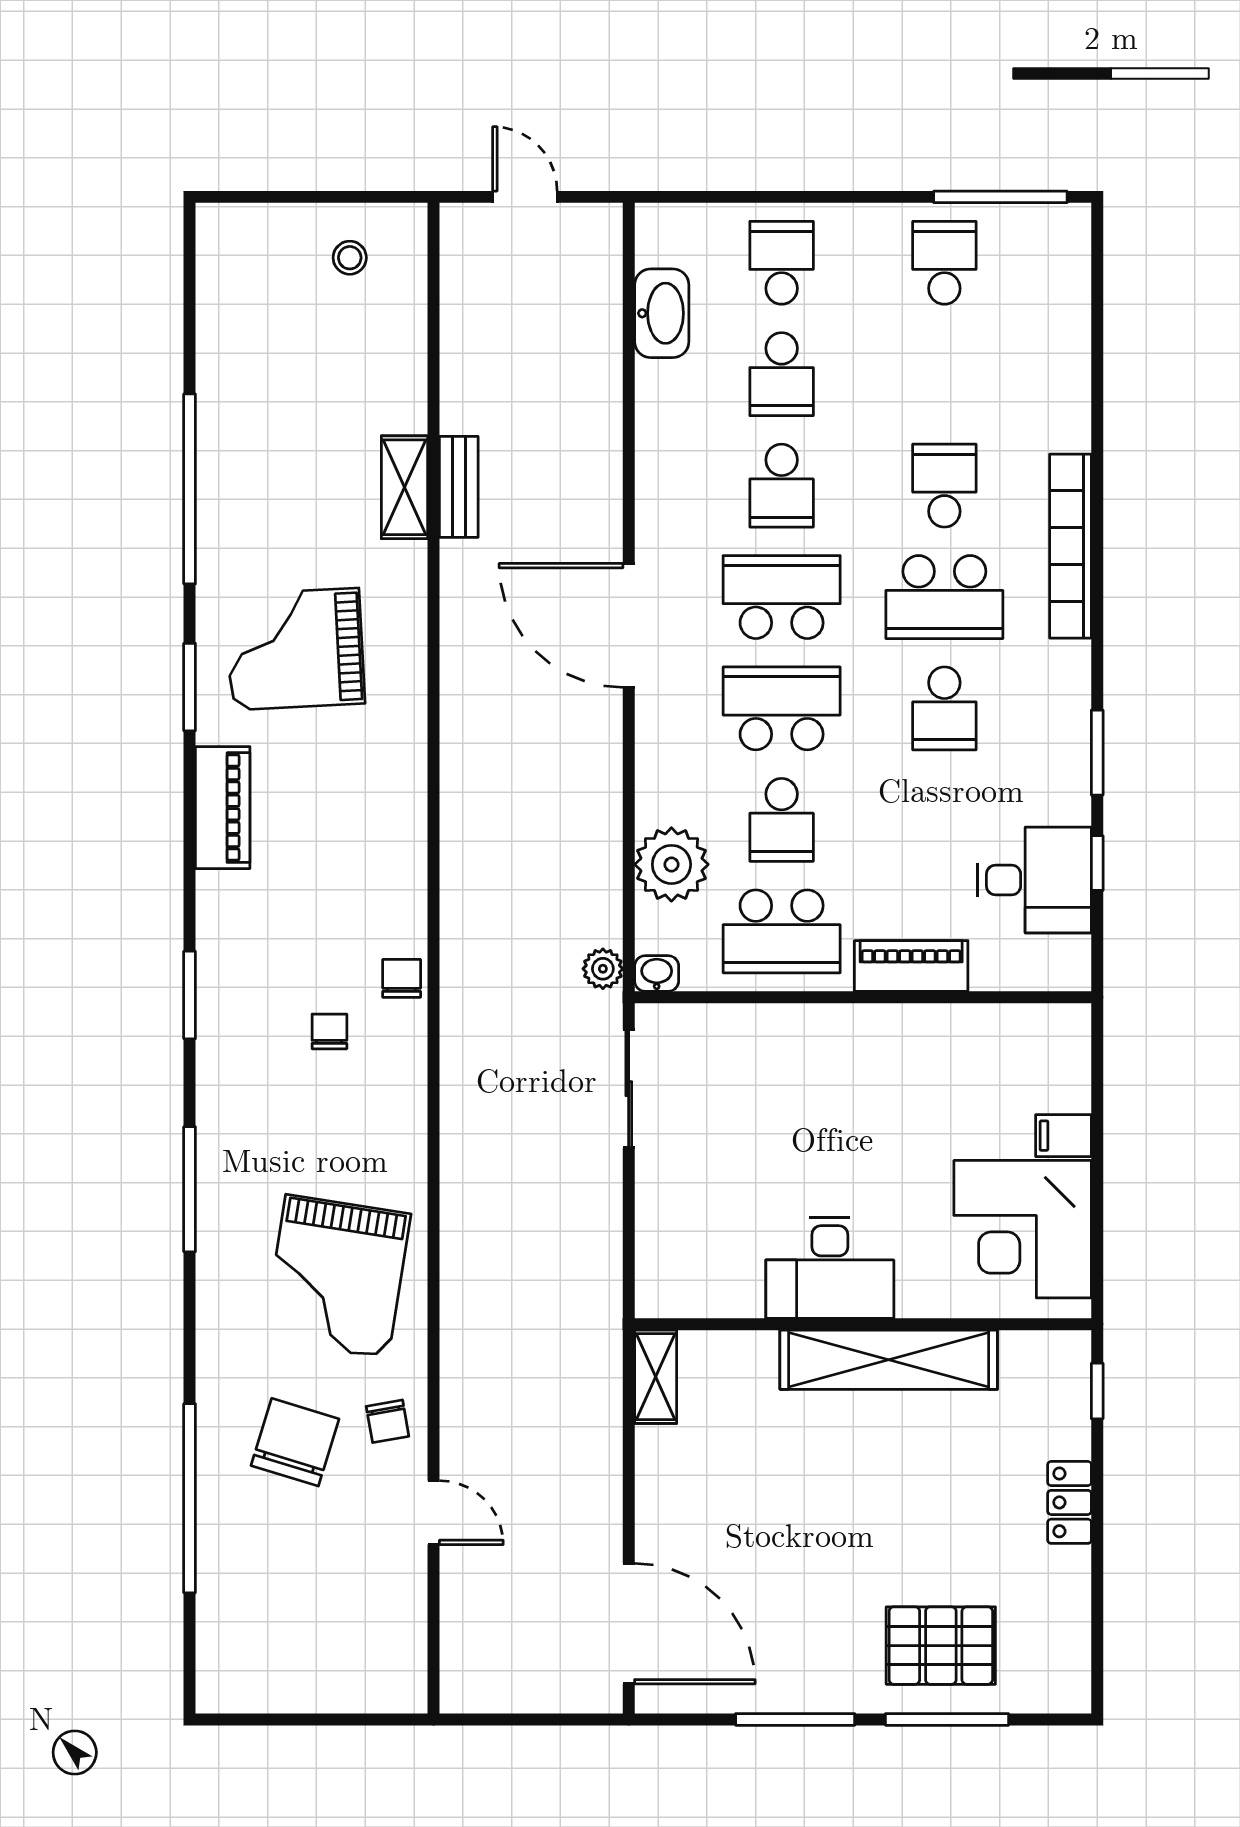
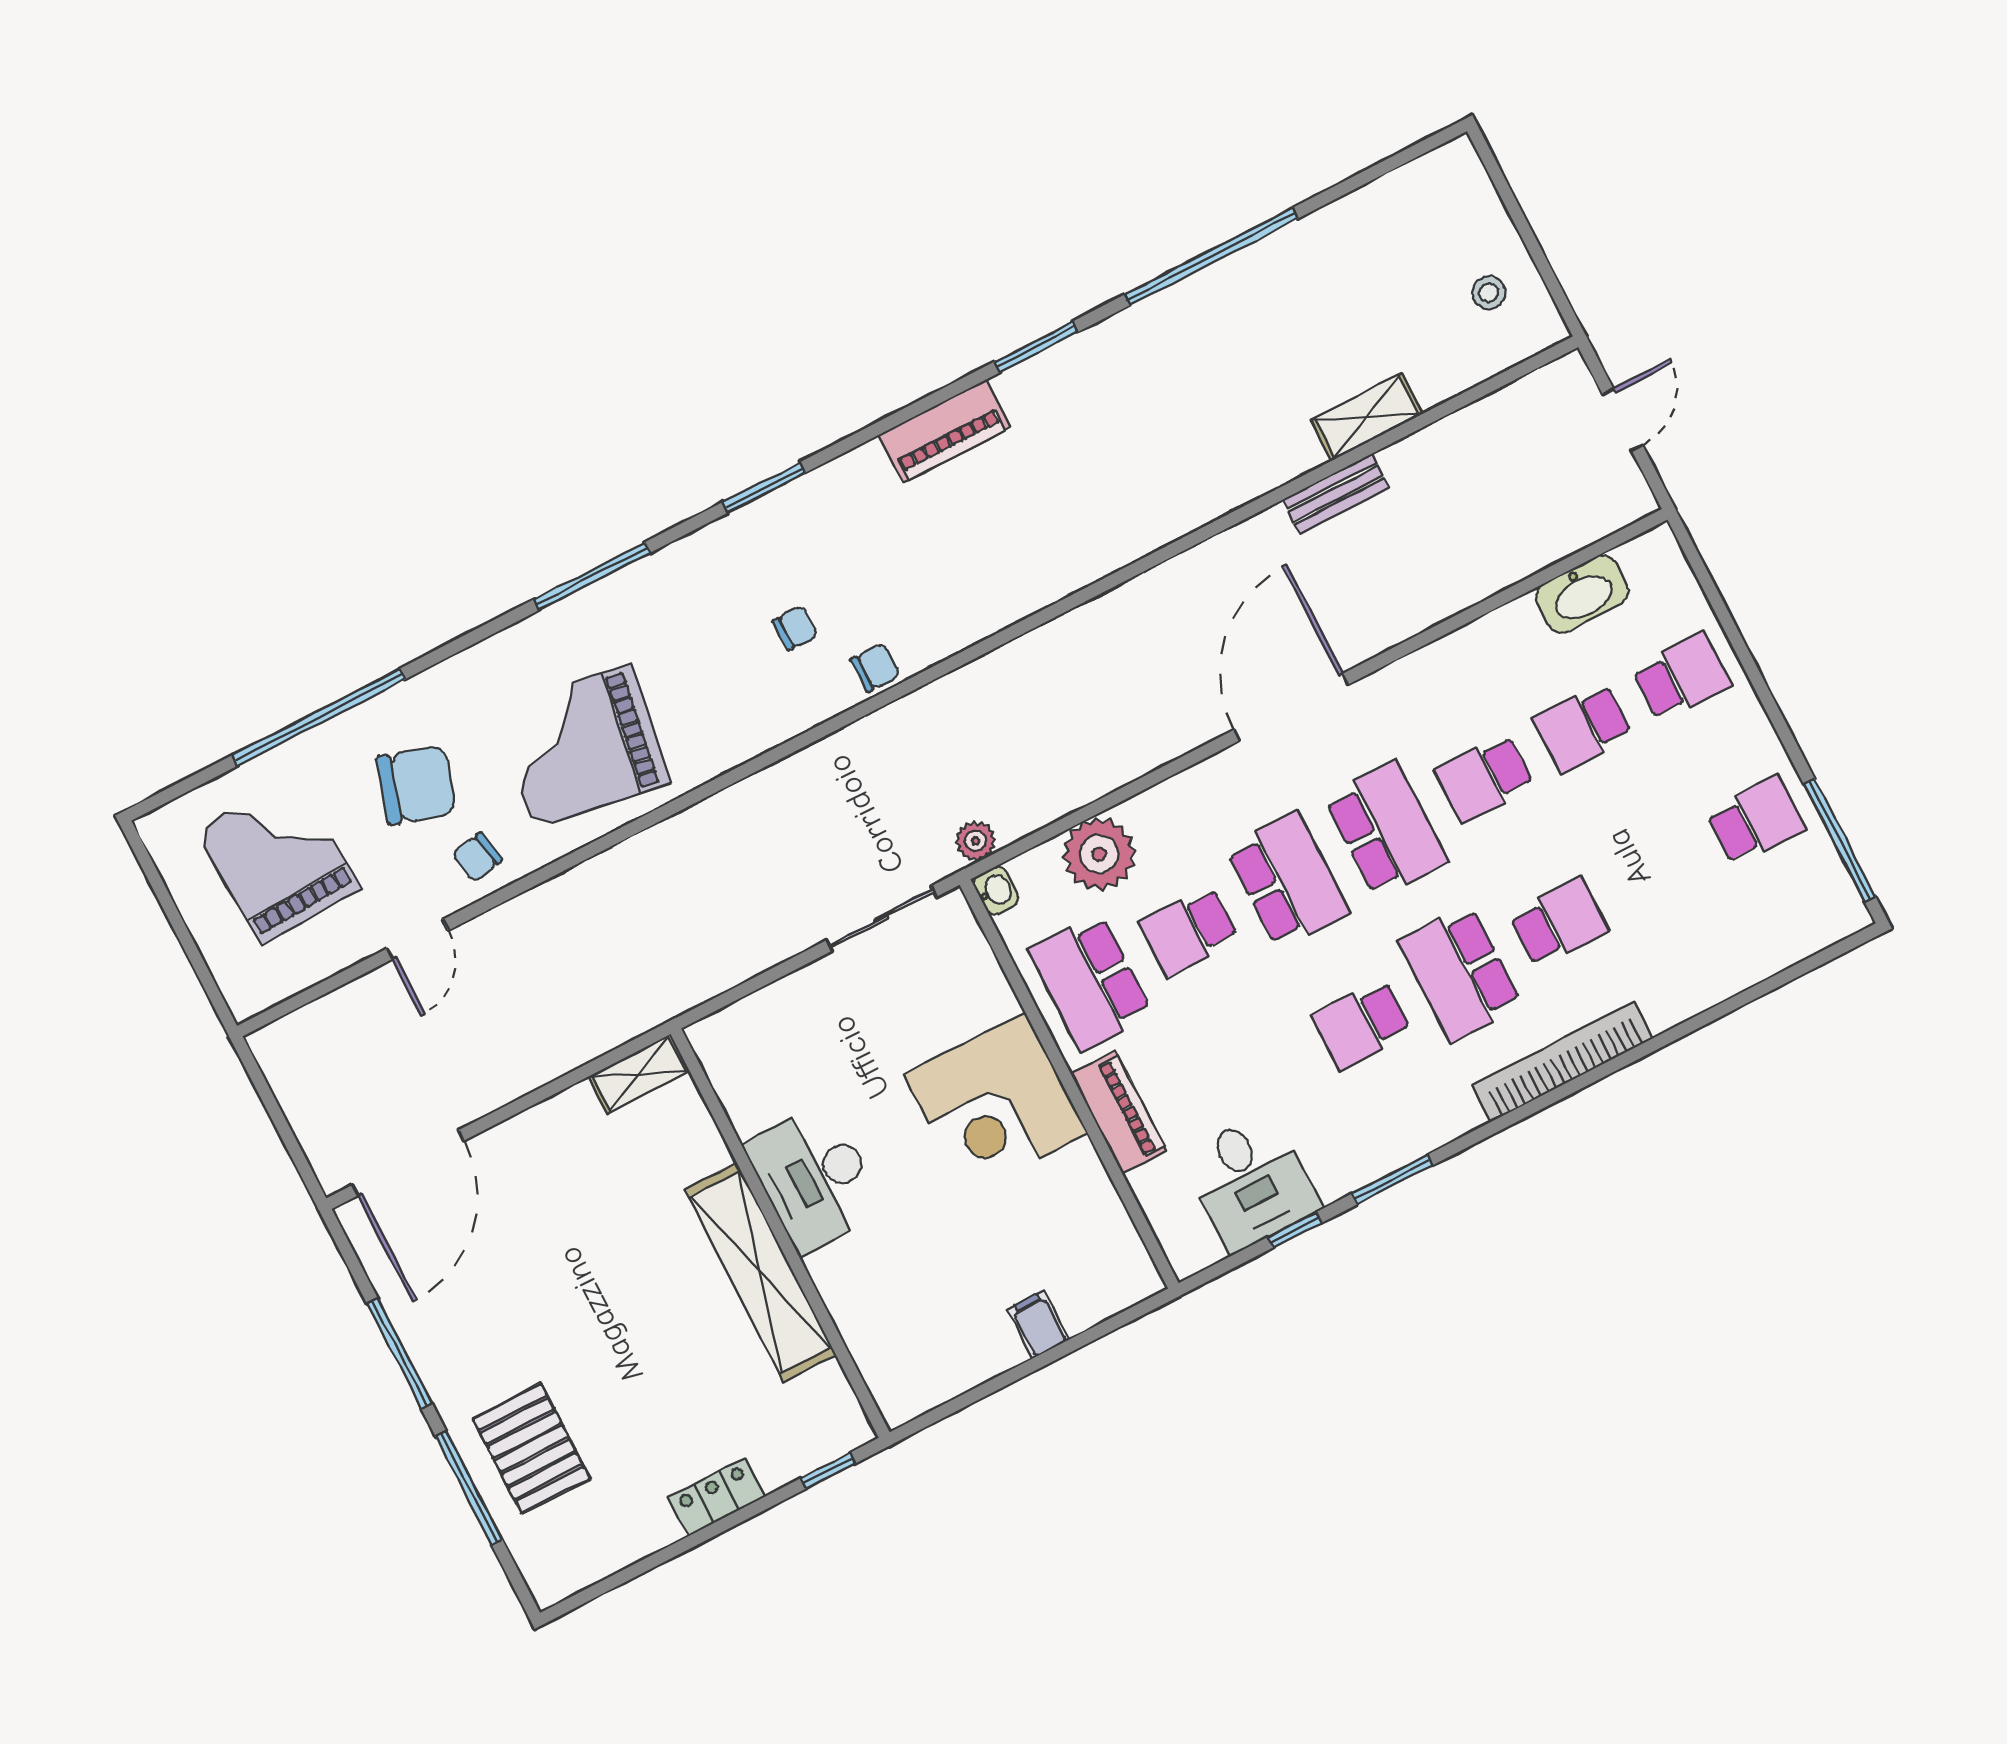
shelving: (405, 487) -> (1367, 417), moved
grand piano: (295, 649) -> (278, 860), moved
corner desk: (1023, 1229) -> (996, 1104), moved, turned -90

